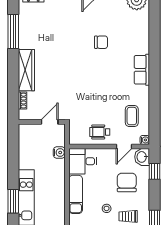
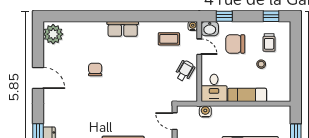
wheelchair: (100, 132) -> (185, 71), turned -150

